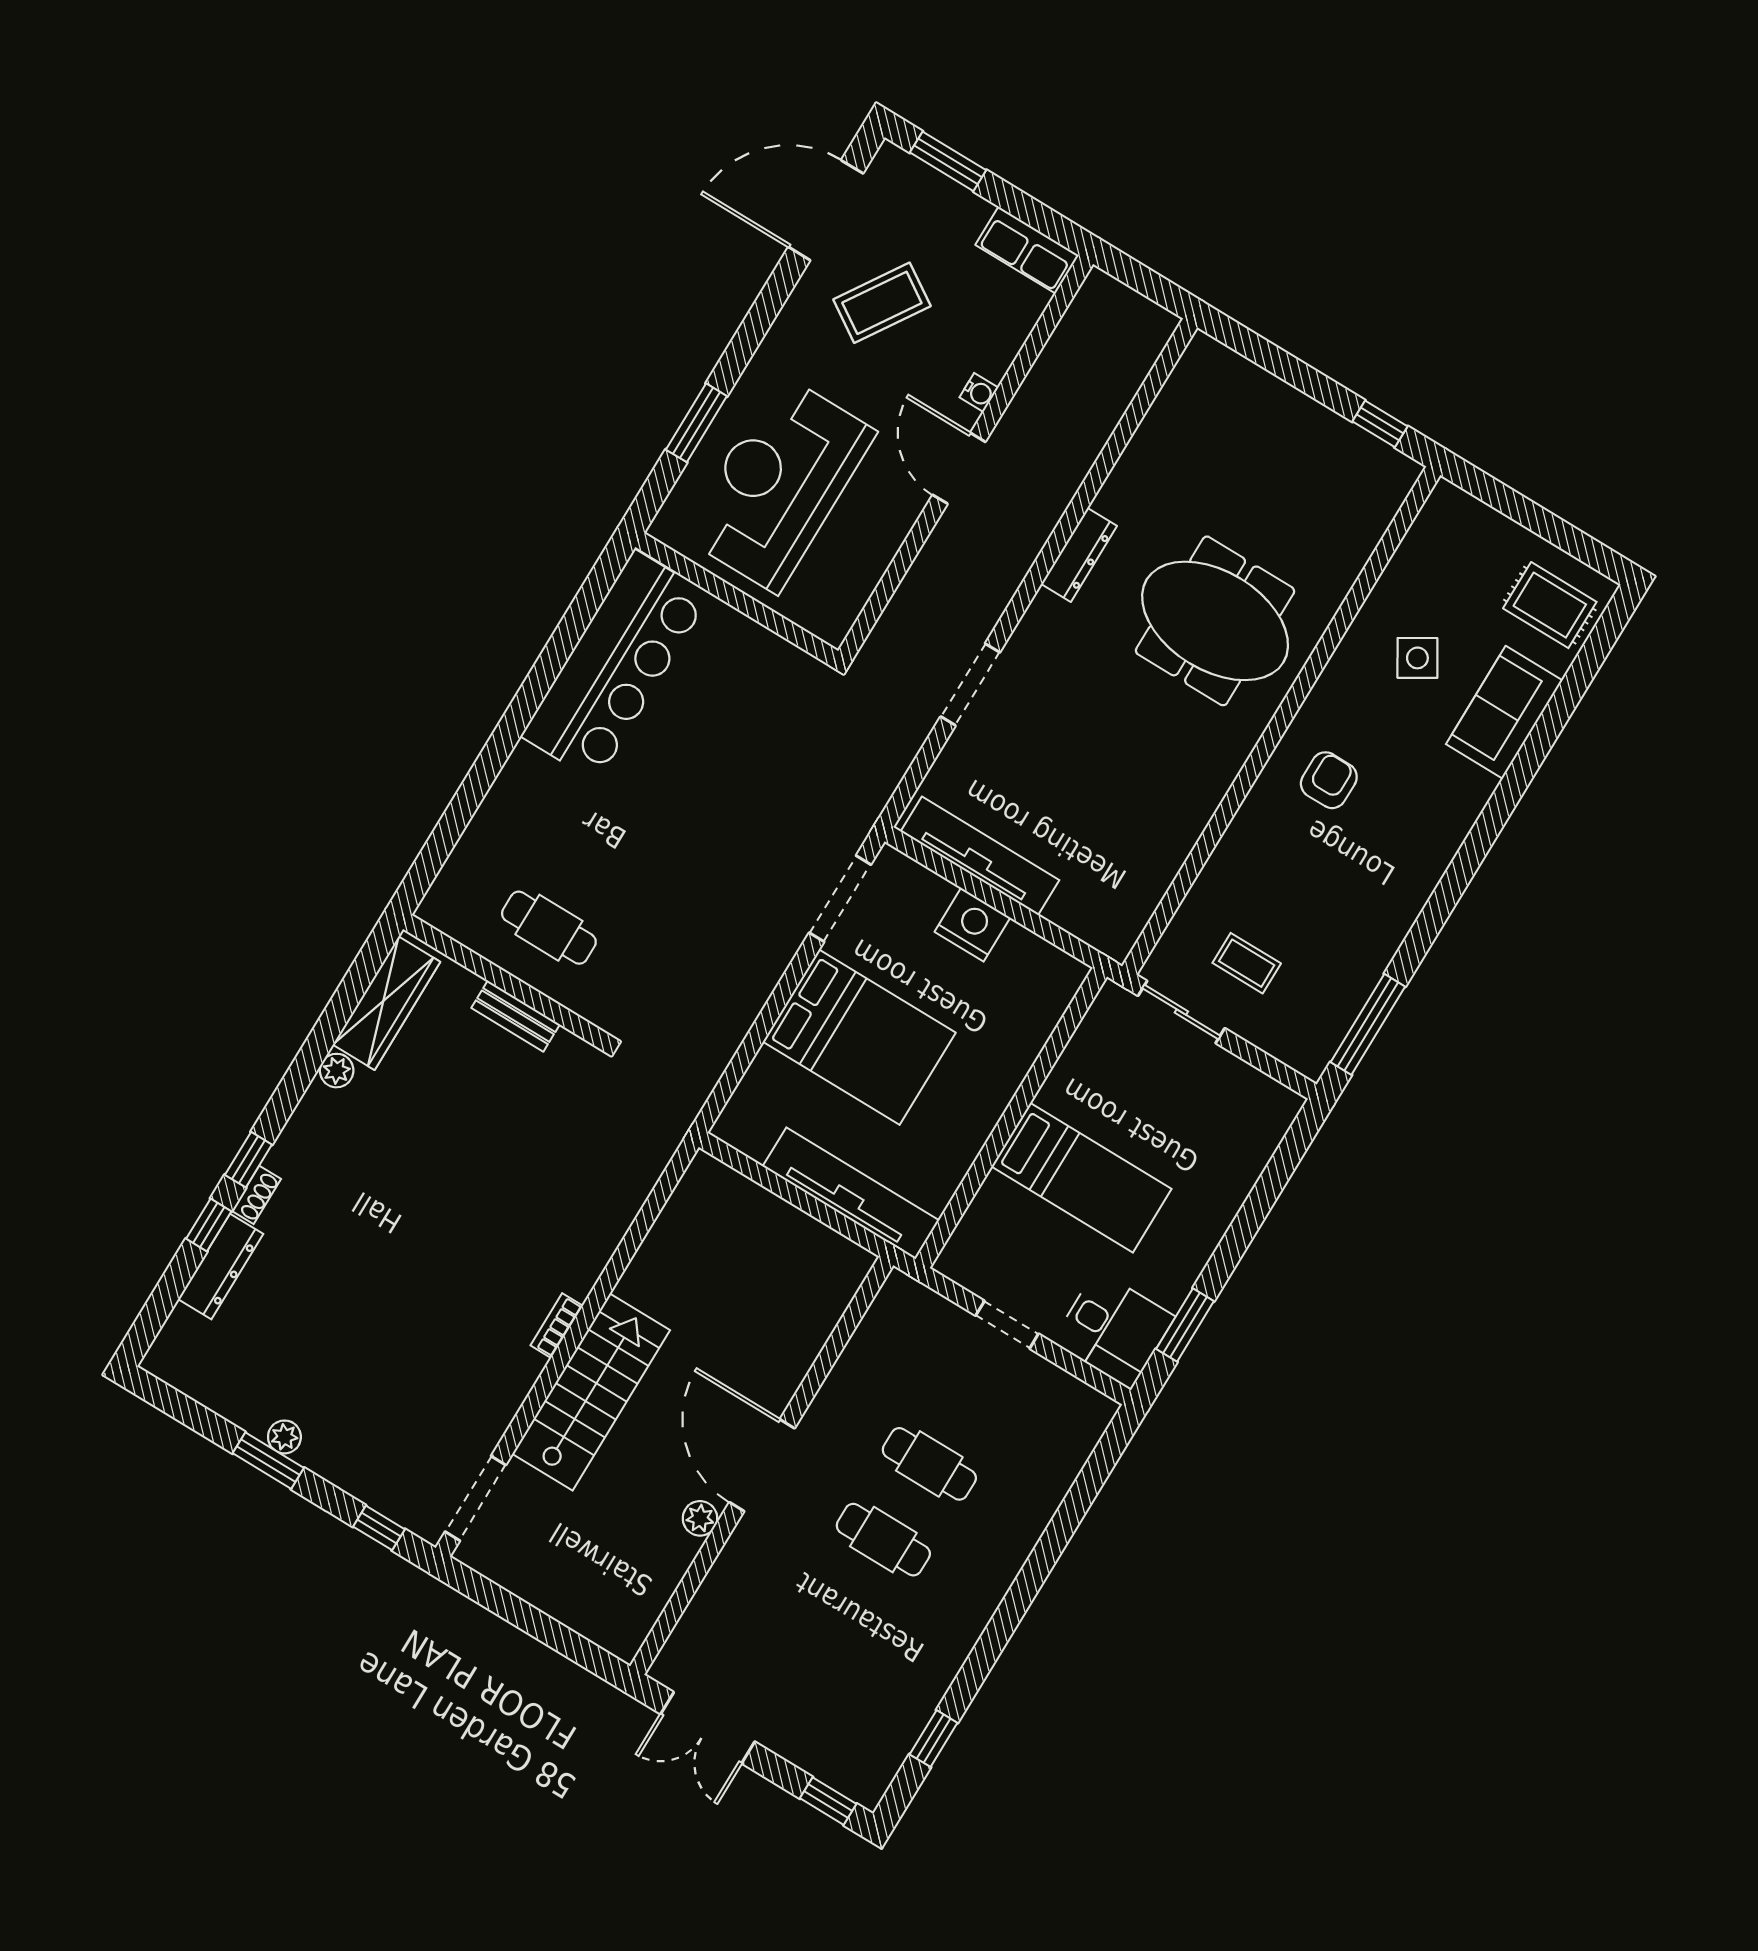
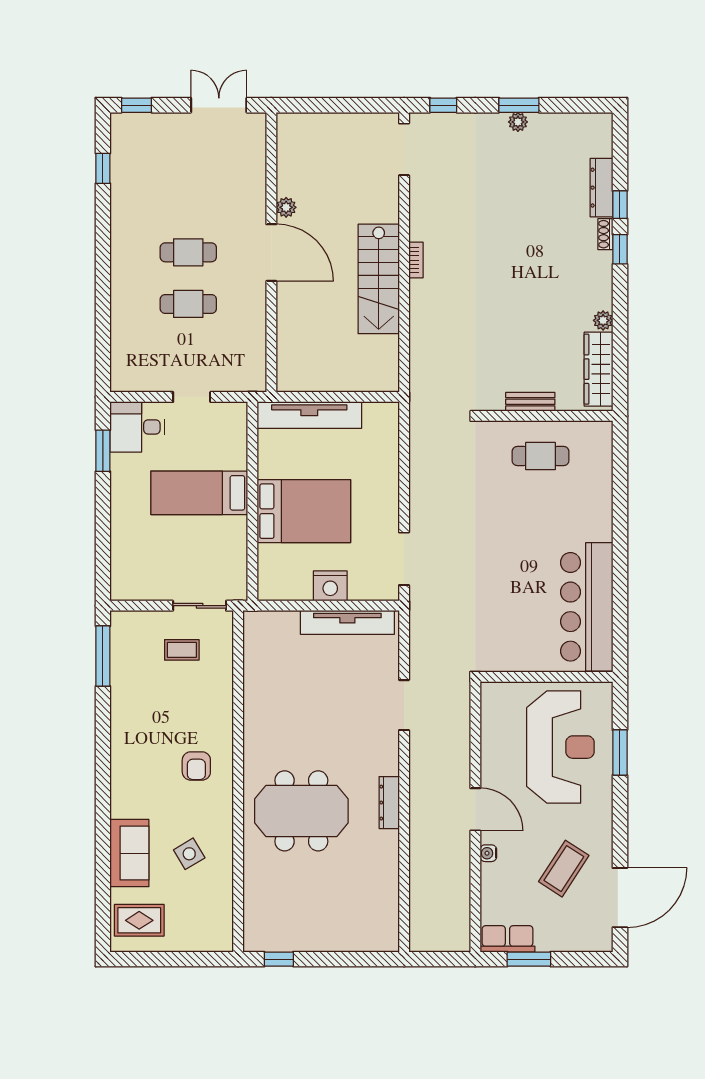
window: (948, 161) -> (529, 959), moved
bed: (859, 1037) -> (304, 511), moved, turned 180
stairs: (591, 1392) -> (379, 279), moved

